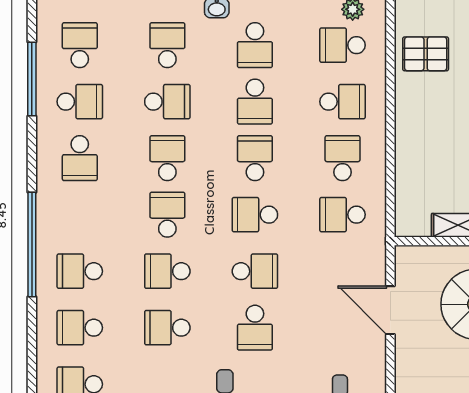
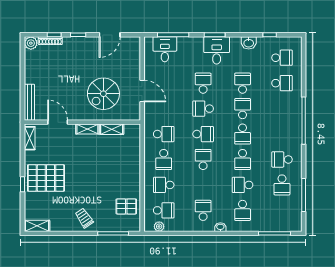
school desk: (80, 45) -> (282, 210), removed
school desk: (80, 102) -> (282, 185), turned -90
school desk: (255, 102) -> (203, 185), removed
school desk: (80, 158) -> (282, 159), turned -90
school desk: (255, 158) -> (203, 159), turned 180
school desk: (80, 271) -> (282, 109), removed
school desk: (167, 271) -> (243, 109), turned -90
school desk: (167, 328) -> (243, 83), turned -90

